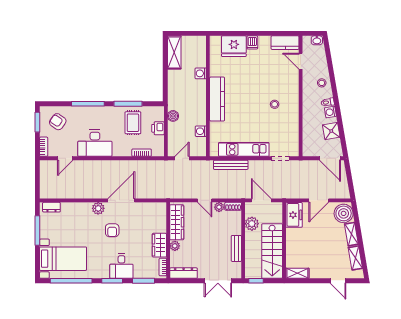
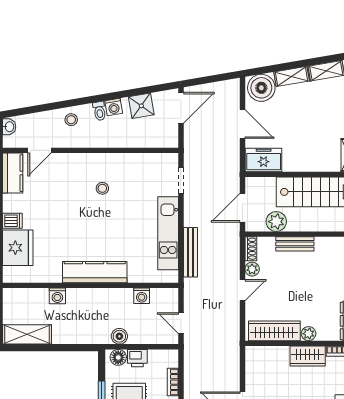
floor lamp: (158, 115) -> (118, 357), added
bench: (236, 248) -> (295, 244), moved

